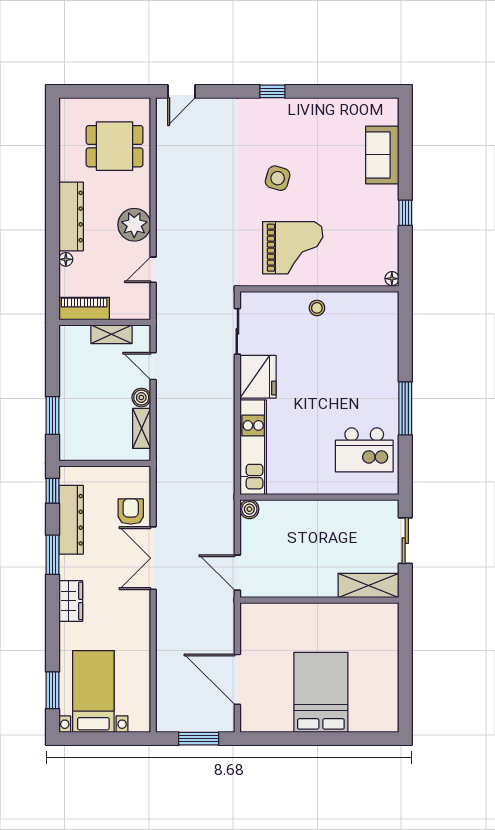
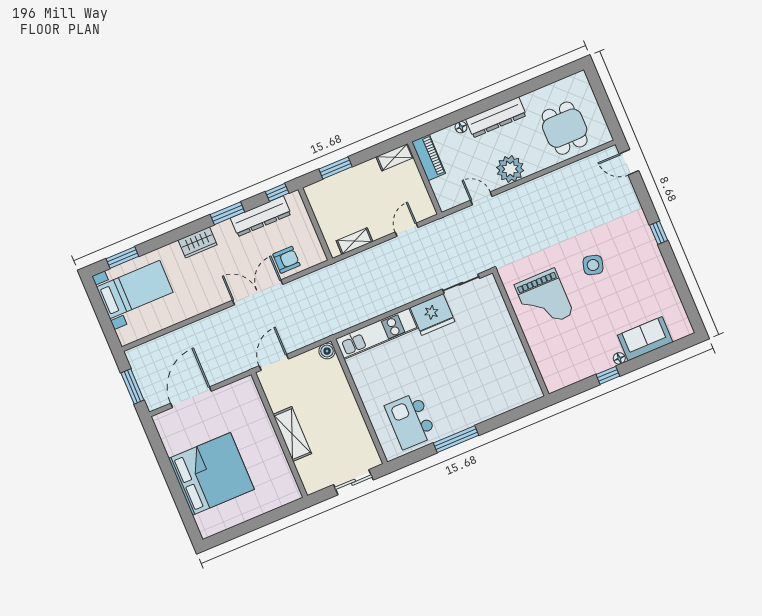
floor lamp: (392, 279) -> (619, 358), moved
stool: (317, 308) -> (505, 338), removed
shelving: (112, 334) -> (395, 157), moved, turned 90
boiler: (141, 397) -> (378, 231), removed
shelving: (368, 585) -> (292, 434), moved
bed: (321, 692) -> (211, 474), width x1.36

